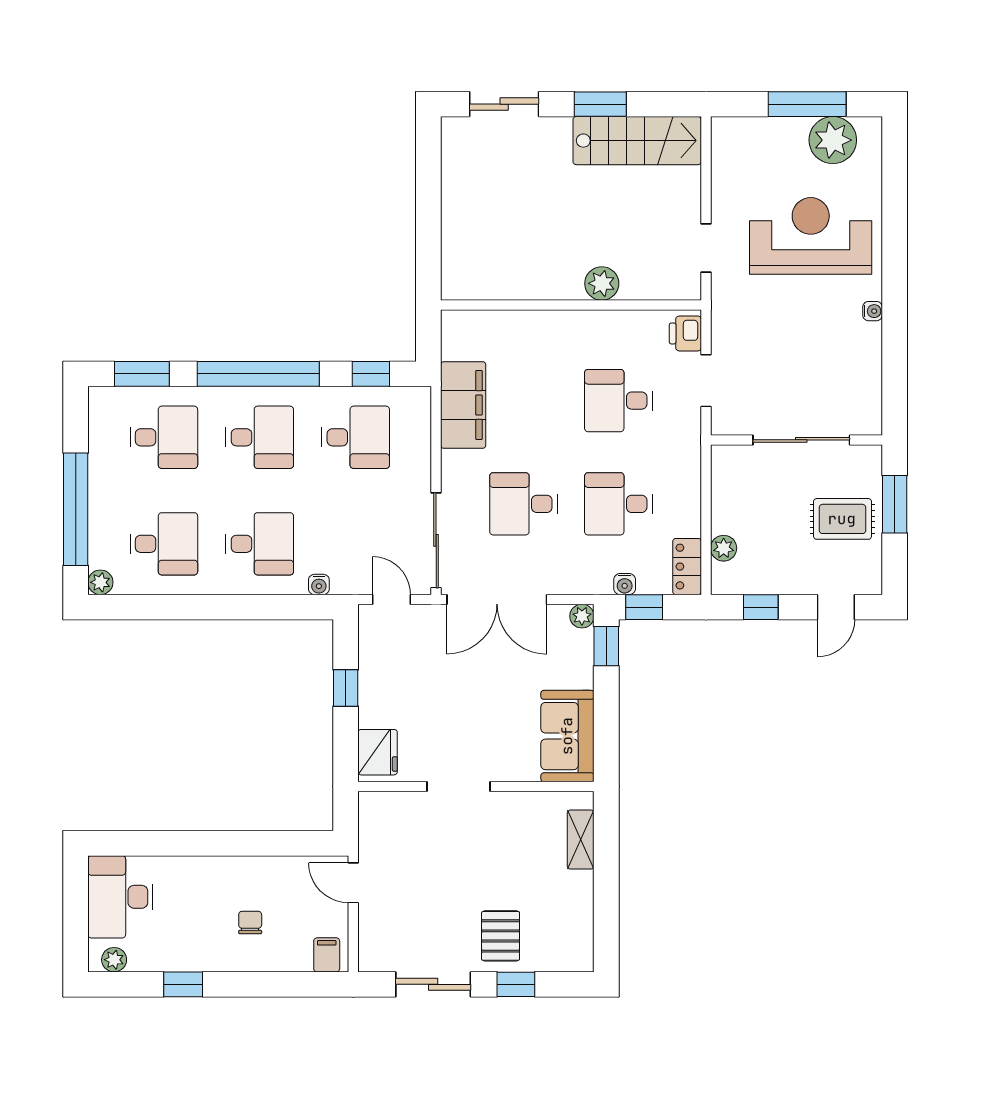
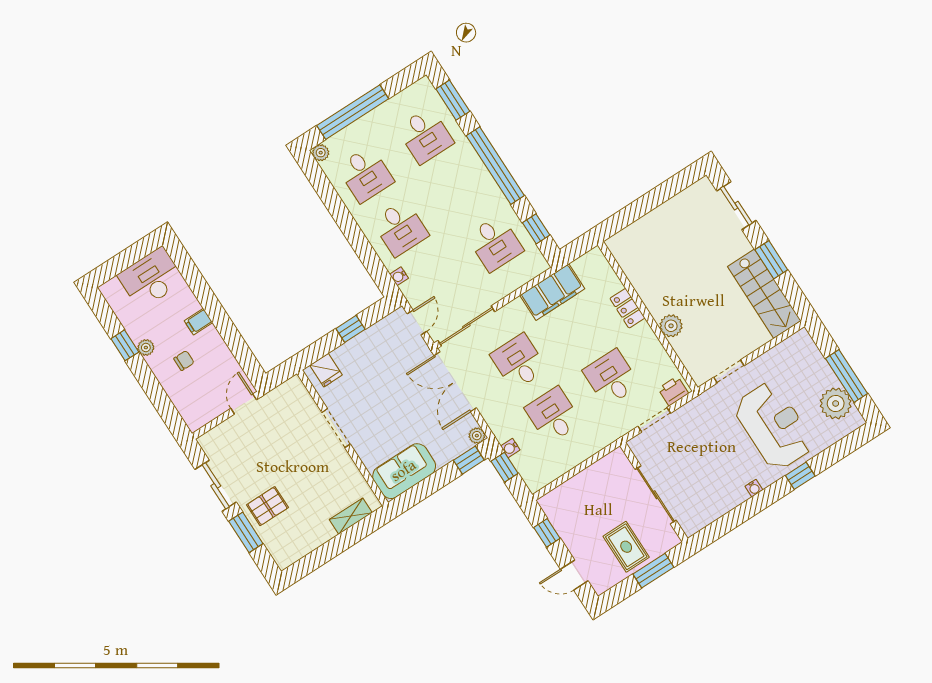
window: (895, 243) -> (800, 476), added
desk: (260, 437) -> (460, 189), removed
plant: (724, 548) -> (566, 491), removed
locker: (687, 567) -> (627, 308), moved, turned -90
fridge: (378, 752) -> (326, 370), width x0.72
filing cabinet: (327, 955) -> (198, 322), moved, turned 180
plant: (114, 960) -> (146, 348), moved
window: (516, 984) -> (246, 532), width x1.50

